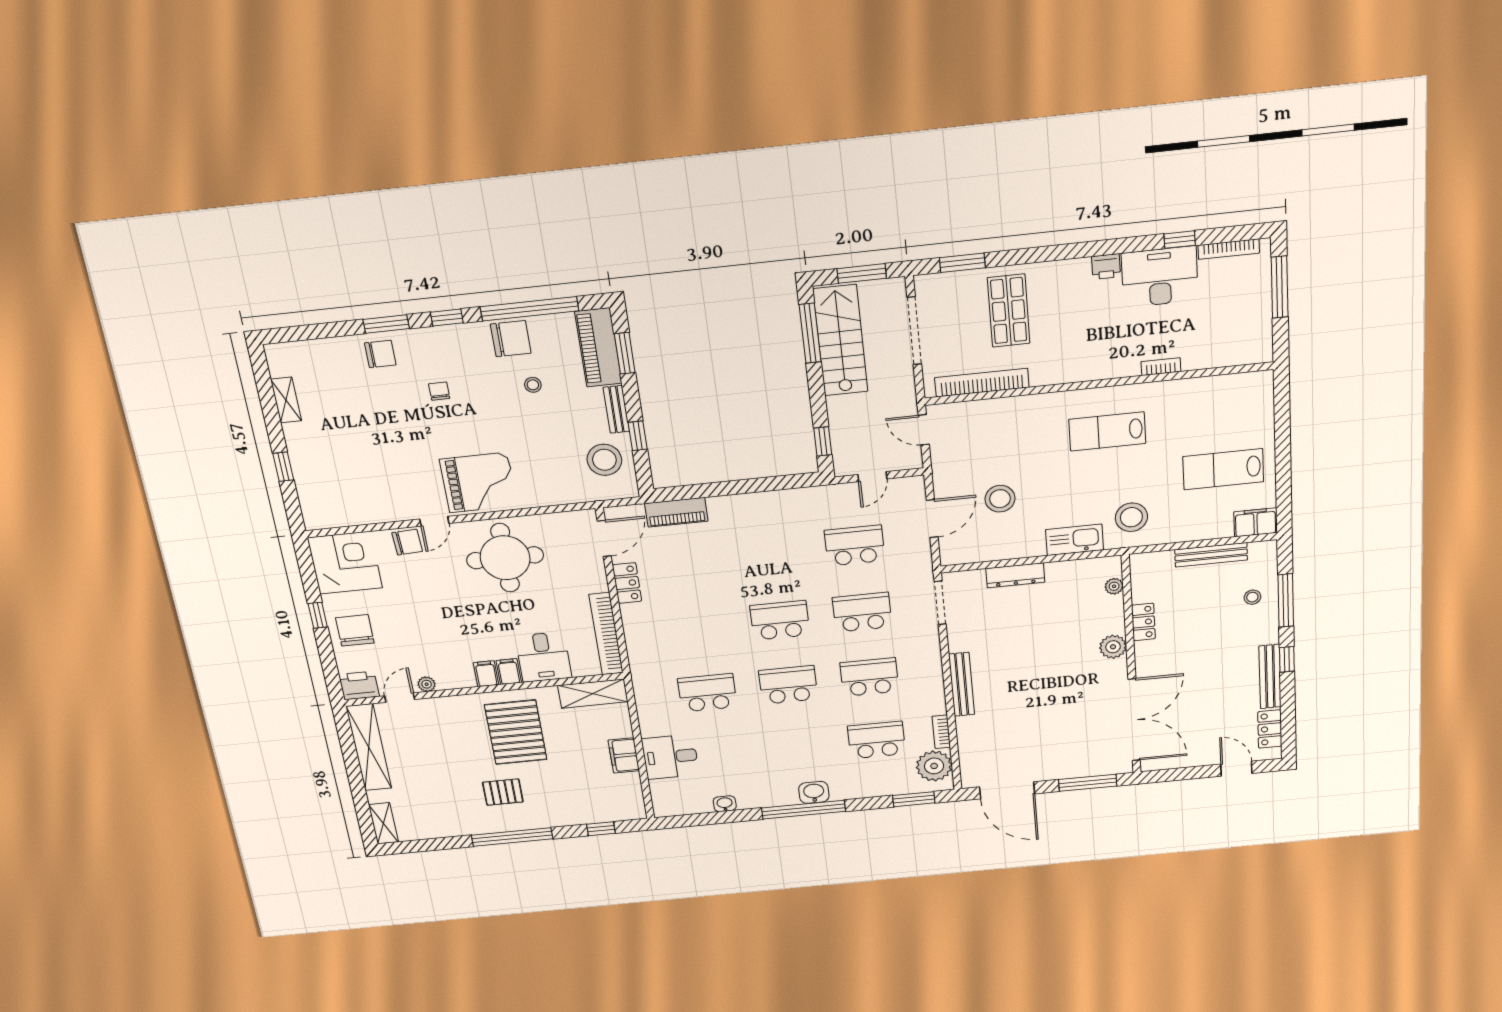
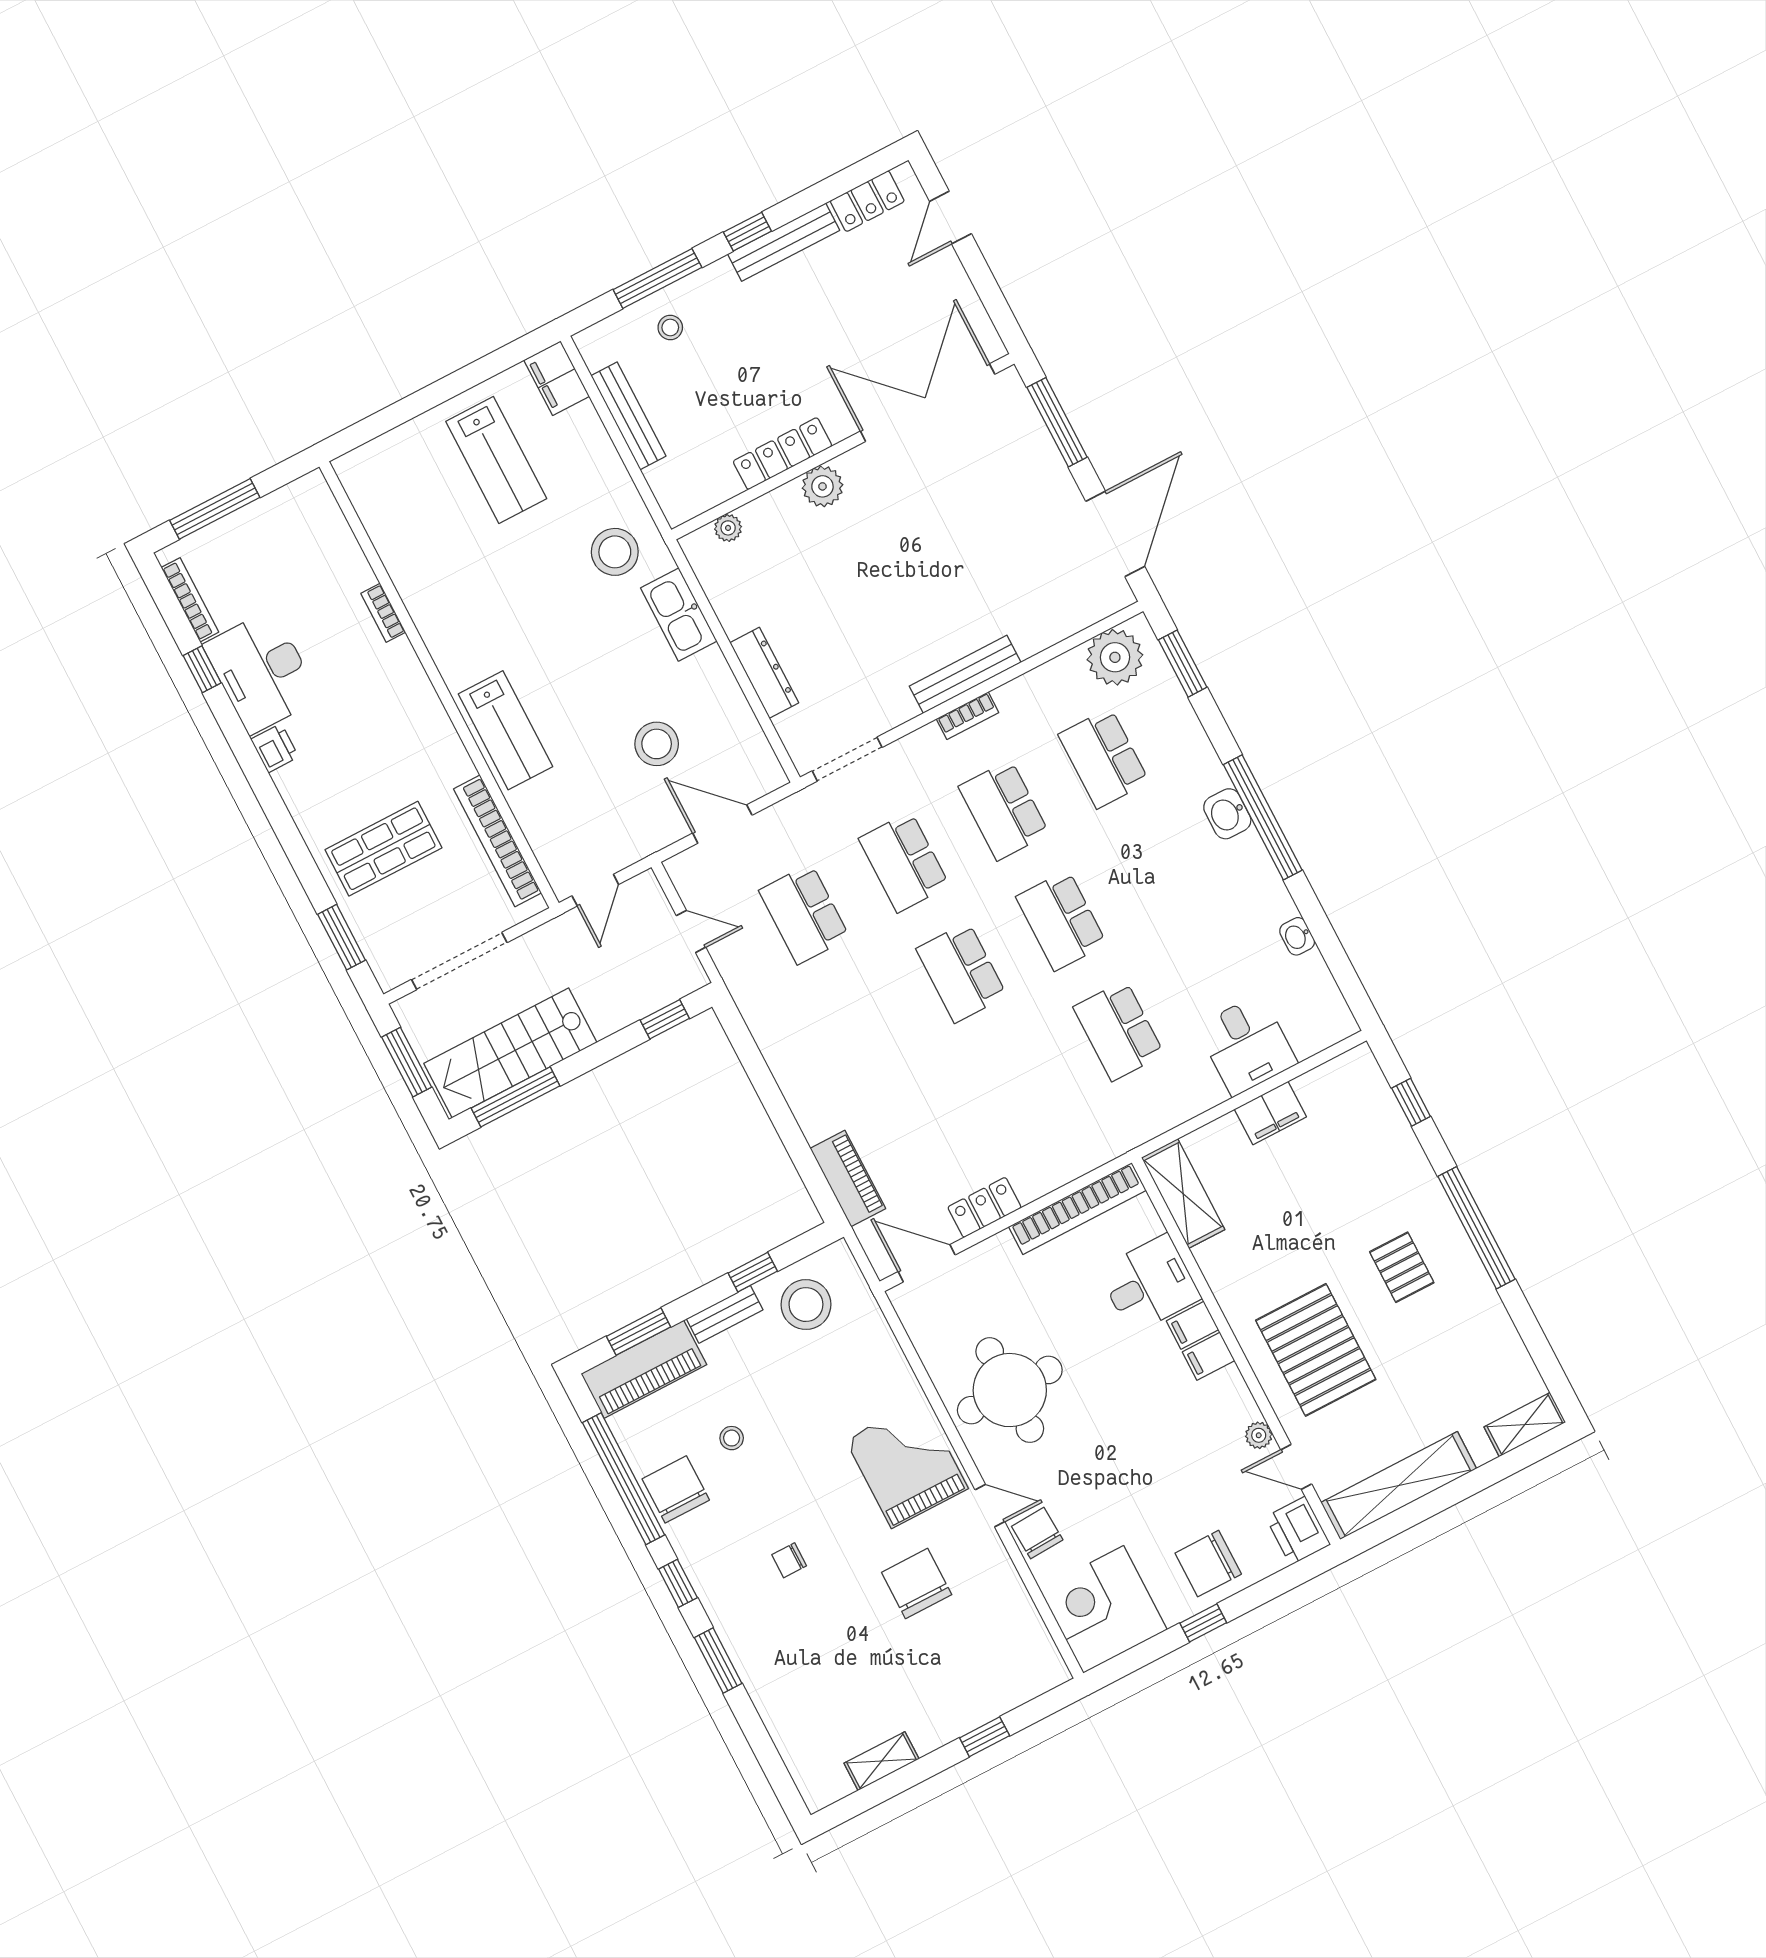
chair: (380, 354) -> (917, 1584), moved, width x1.37, depth x1.37
lab bench: (1107, 431) -> (505, 730), moved
locker: (1143, 622) -> (783, 454), width x1.53
pallet: (516, 732) -> (1316, 1350), moved, turned 90
bookcase: (941, 732) -> (967, 716), moved

